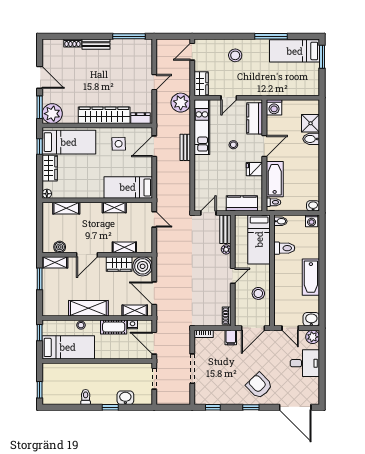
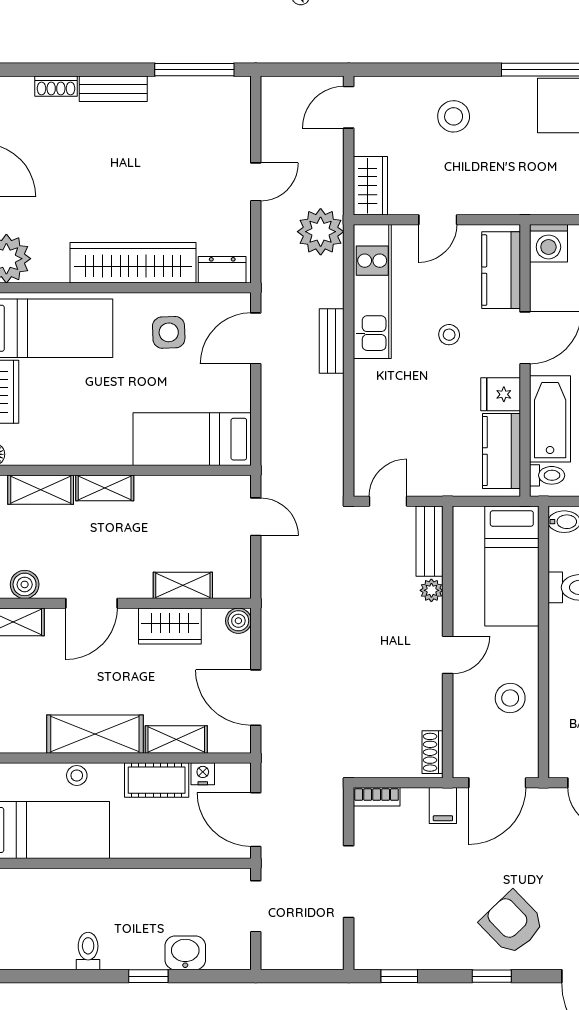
kitchen counter: (242, 203) -> (501, 451), moved, turned -90
shelving: (114, 207) -> (105, 488), moved
boiler: (143, 266) -> (238, 621), width x0.54, depth x0.54
shelving: (135, 310) -> (176, 740), moved

